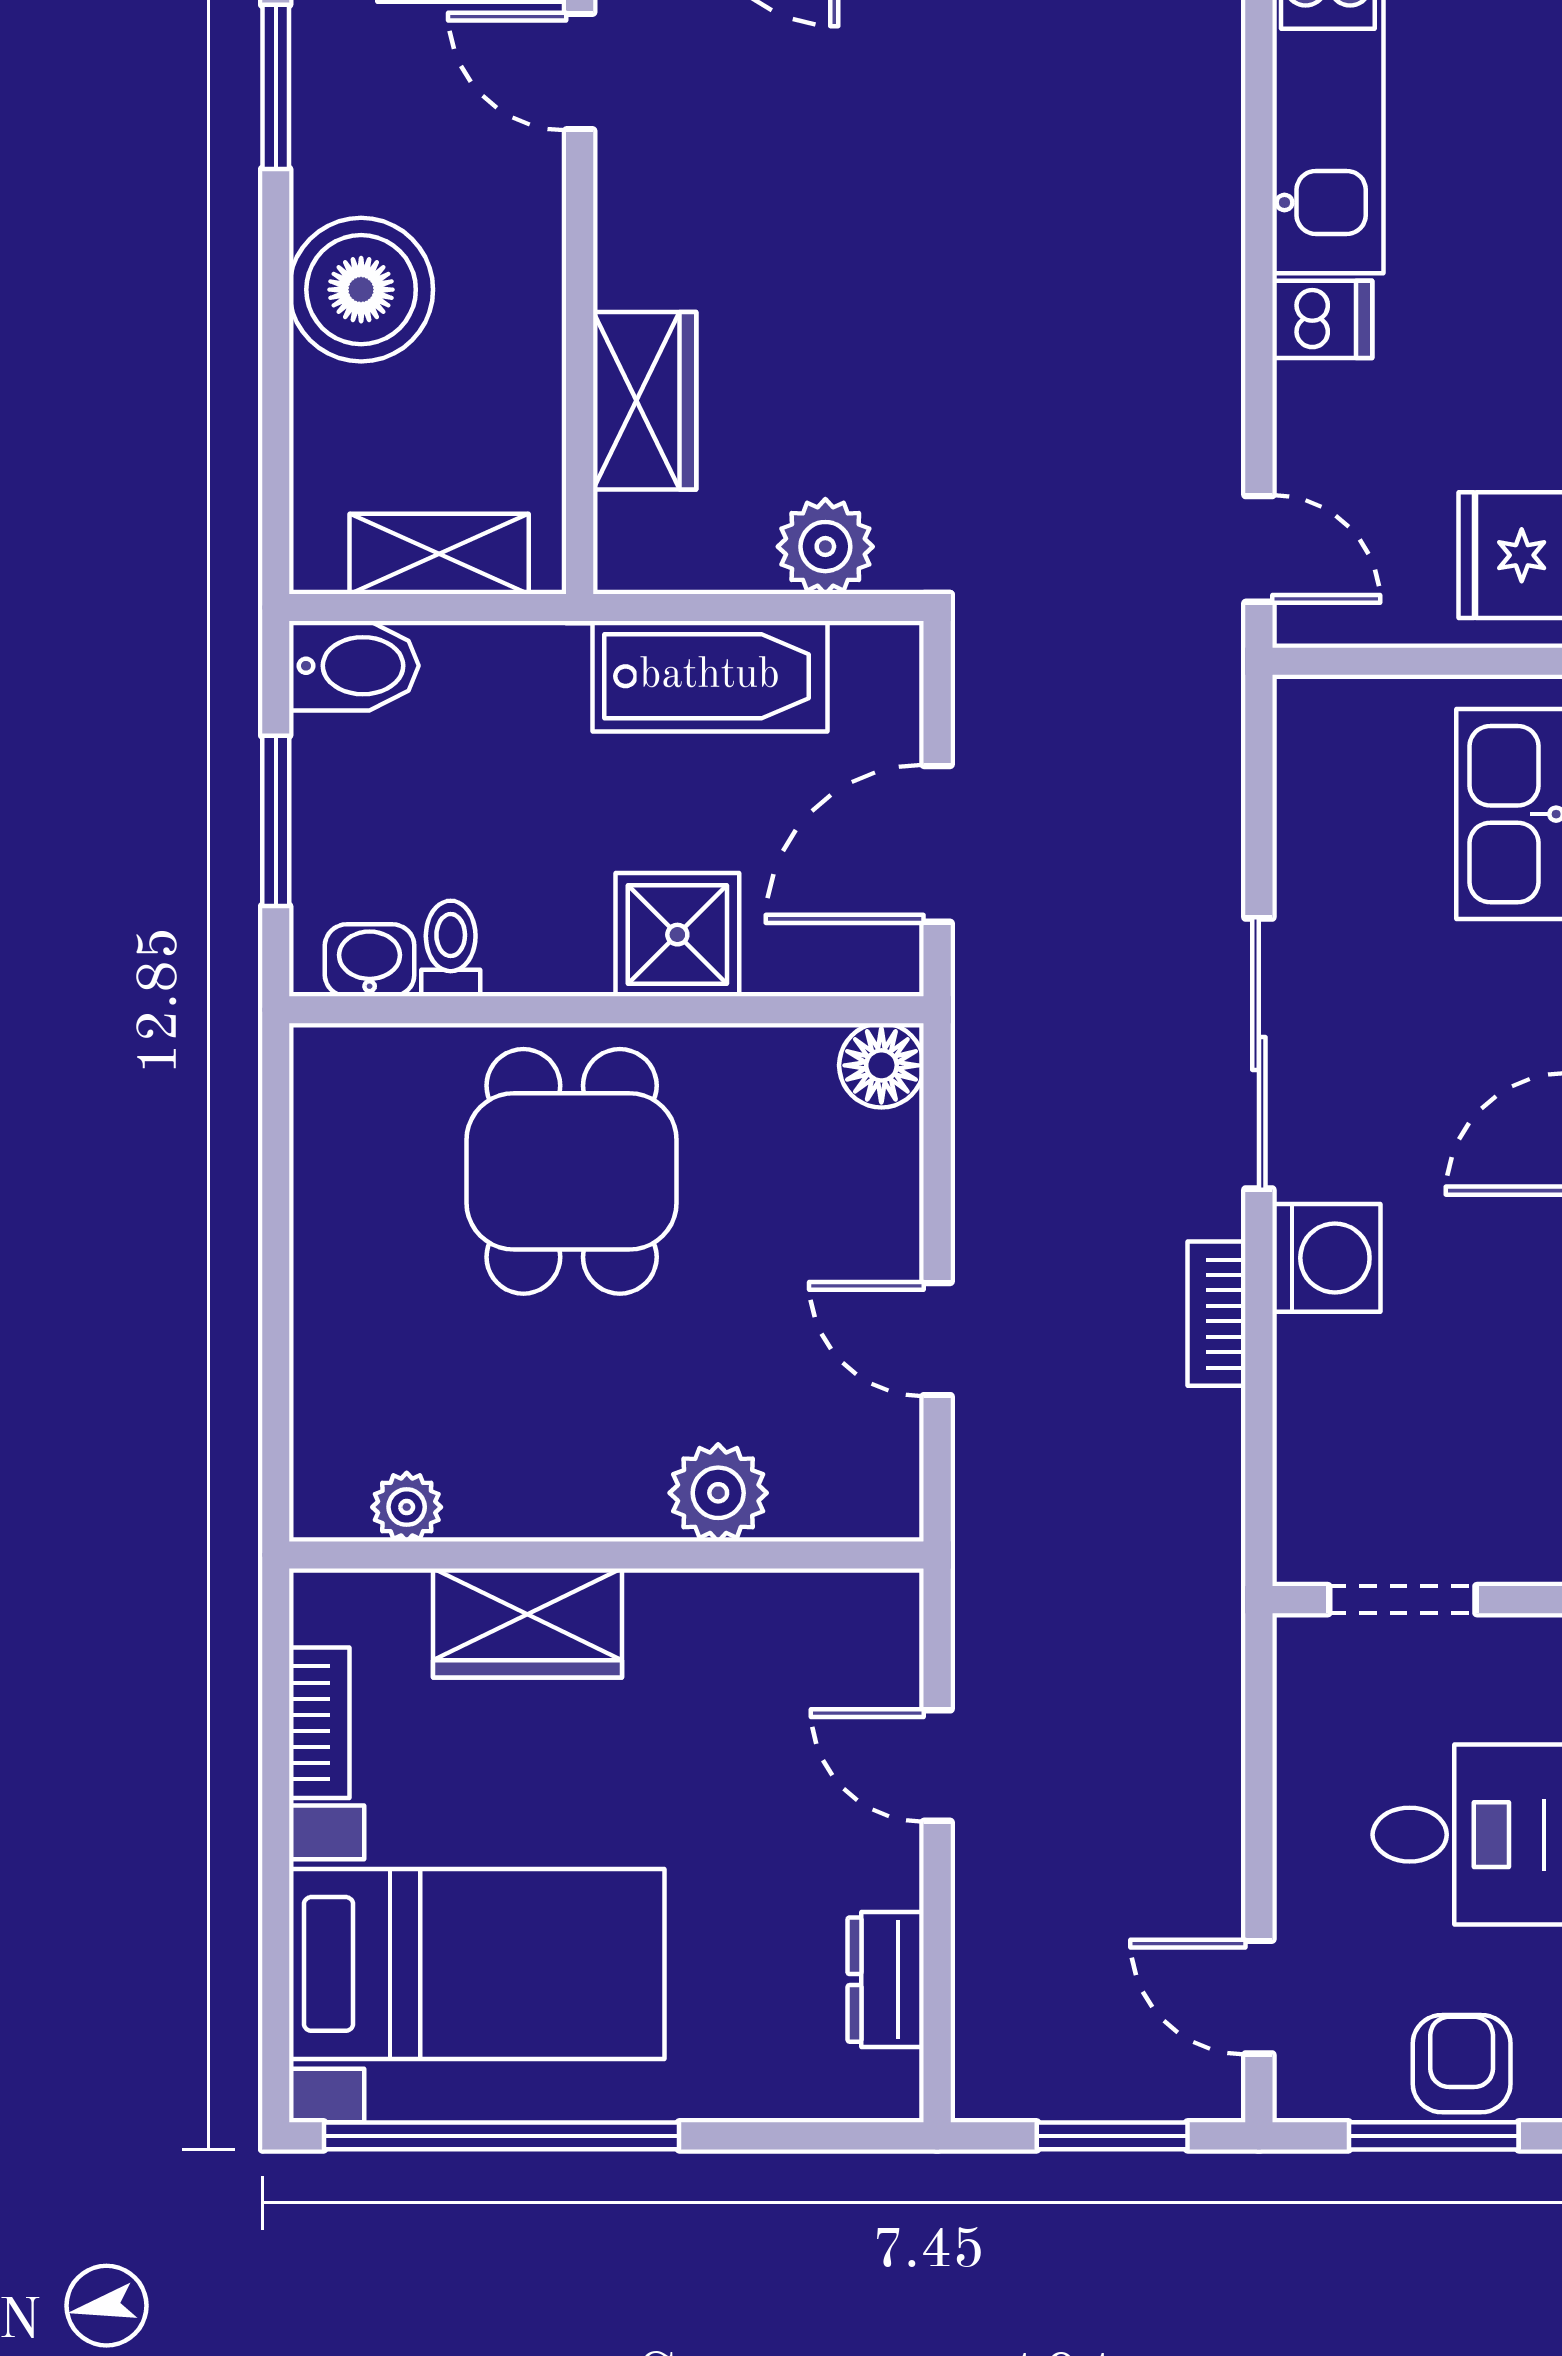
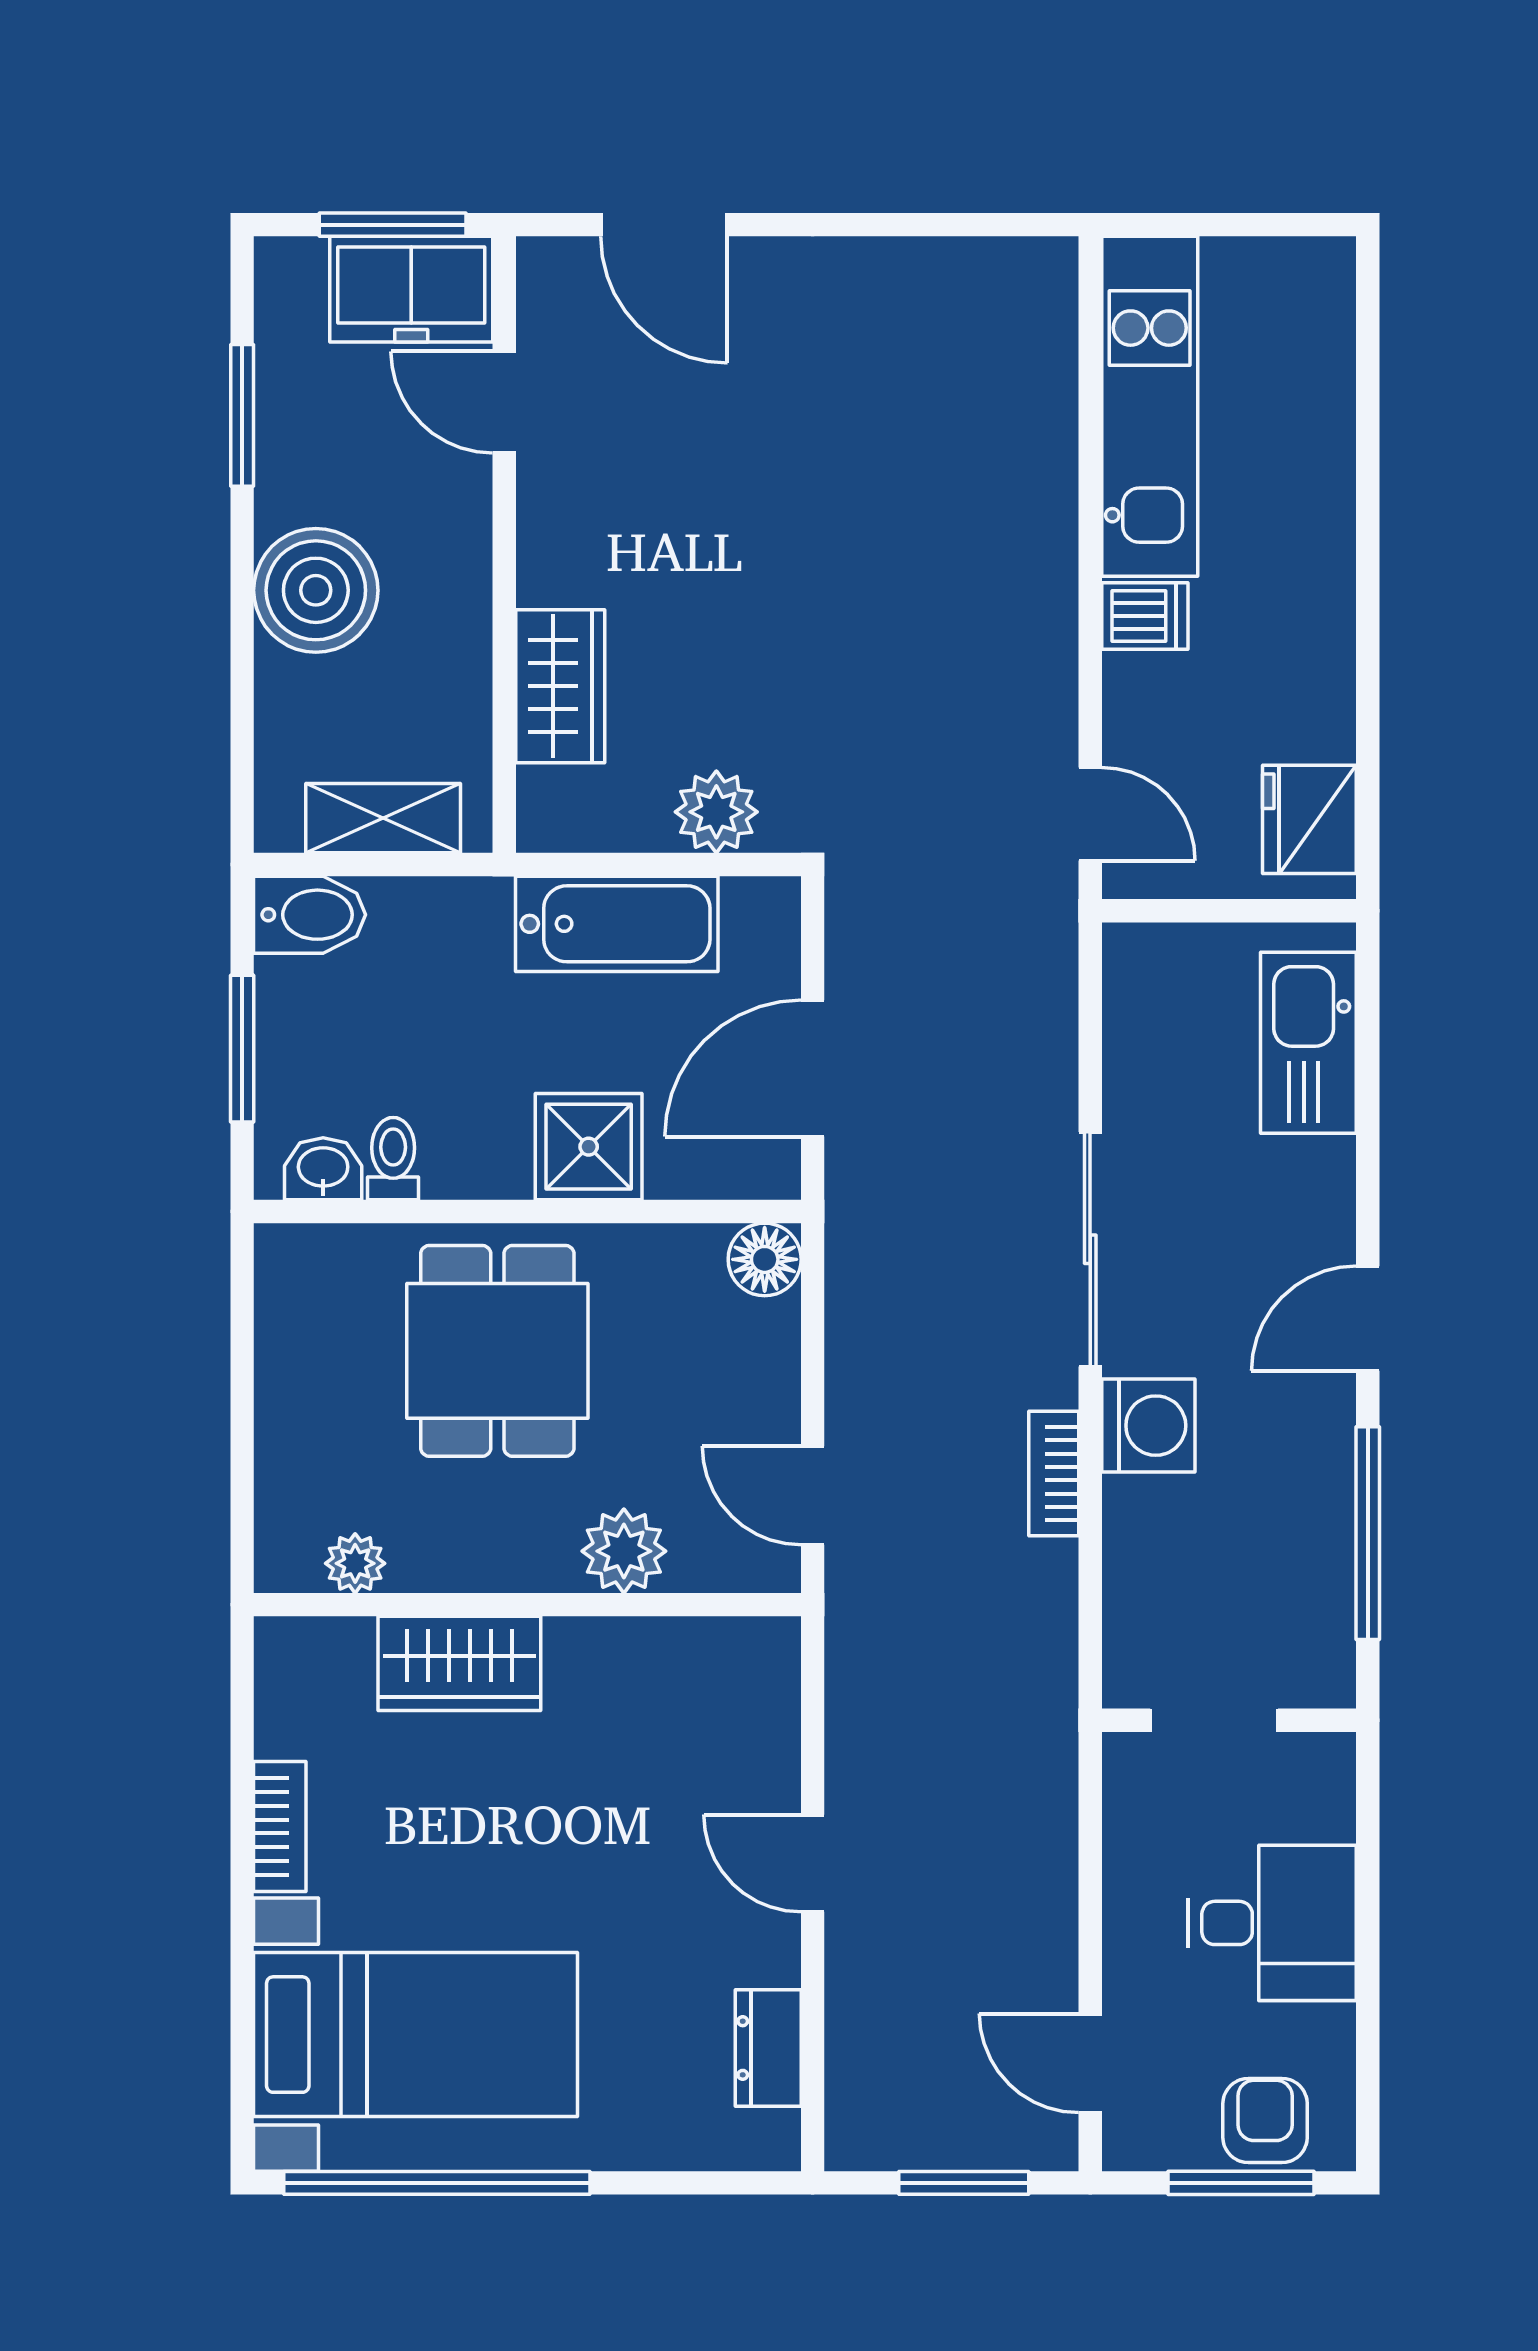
plant: (718, 1493) -> (624, 1551), moved
plant: (407, 1507) -> (355, 1563), moved
wall: (606, 1555) -> (527, 1605), moved
wardrobe: (528, 1623) -> (459, 1663), moved

